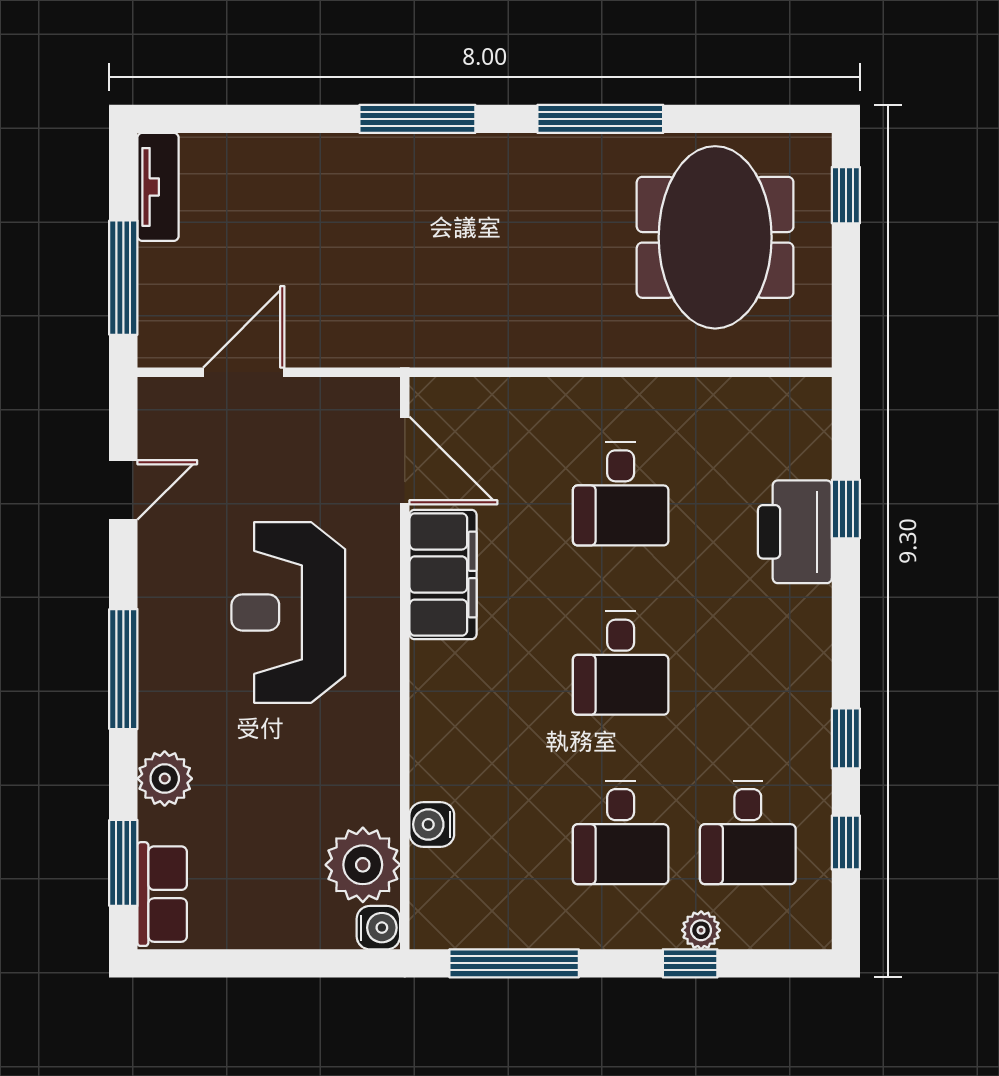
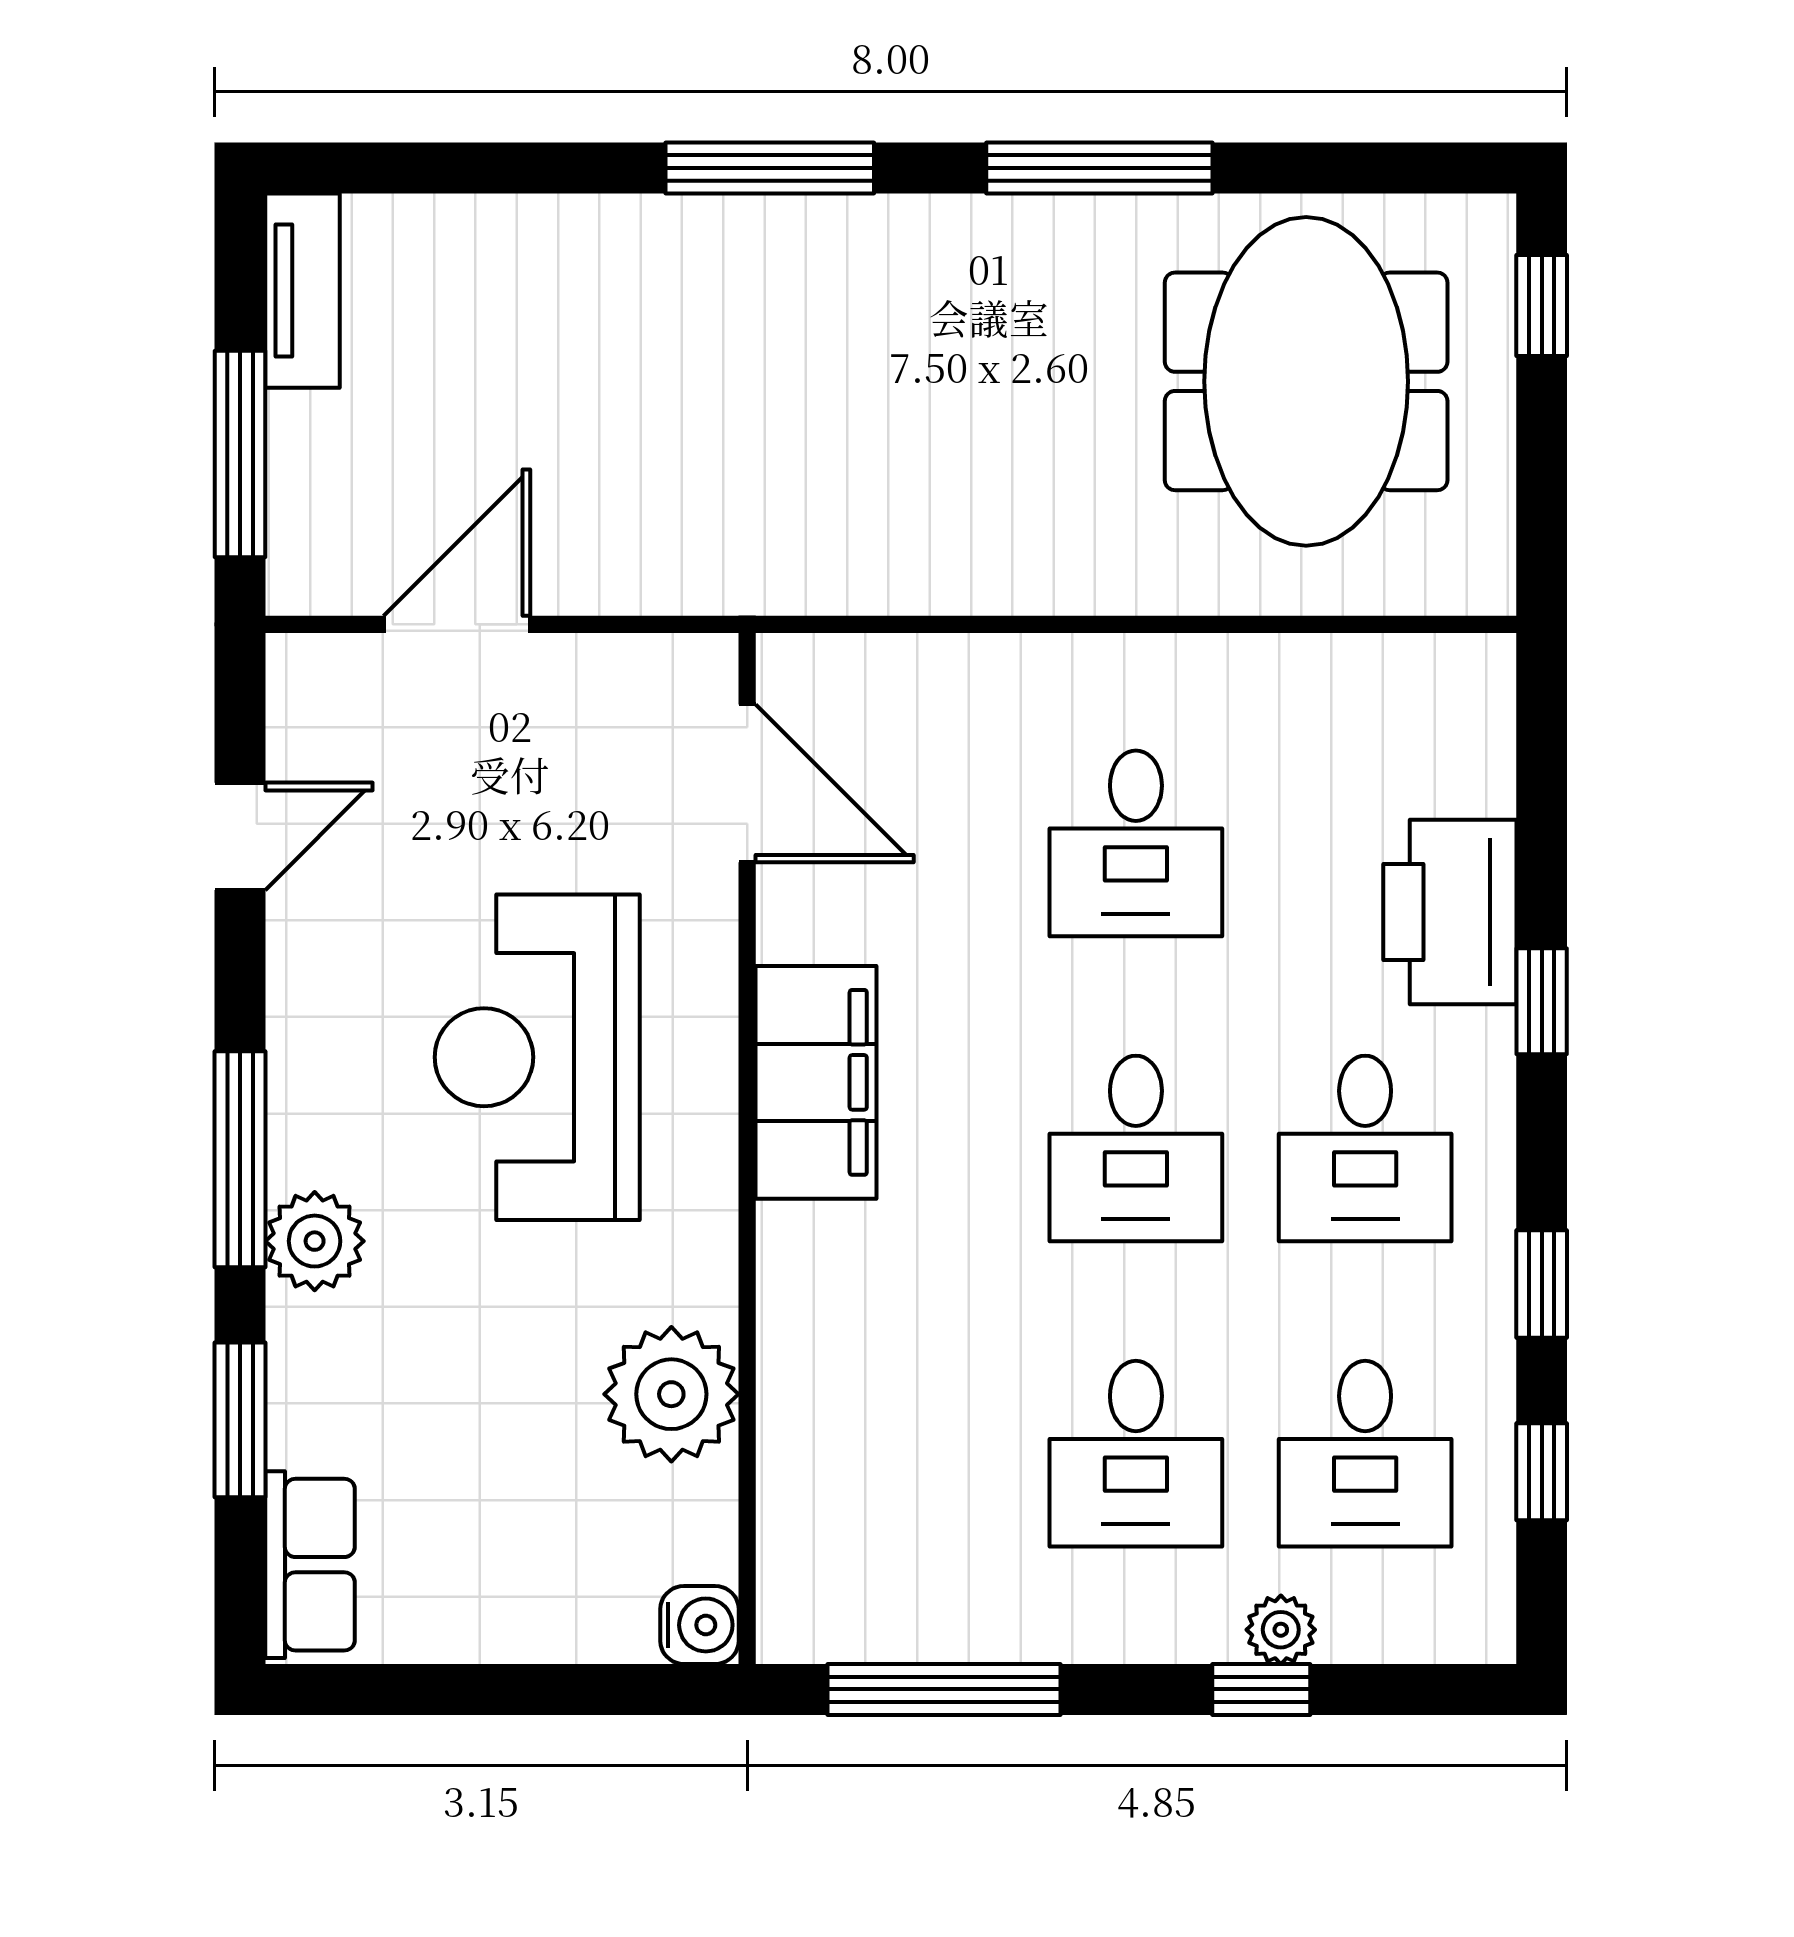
window: (846, 509) -> (1542, 1001), moved
filing cabinet: (443, 575) -> (816, 1082), moved
desk: (748, 663) -> (1365, 1148), added
plant: (165, 779) -> (315, 1241), moved
water cooler: (432, 824) -> (796, 1439), removed
window: (123, 863) -> (240, 1420), moved
plant: (363, 865) -> (671, 1394), moved

